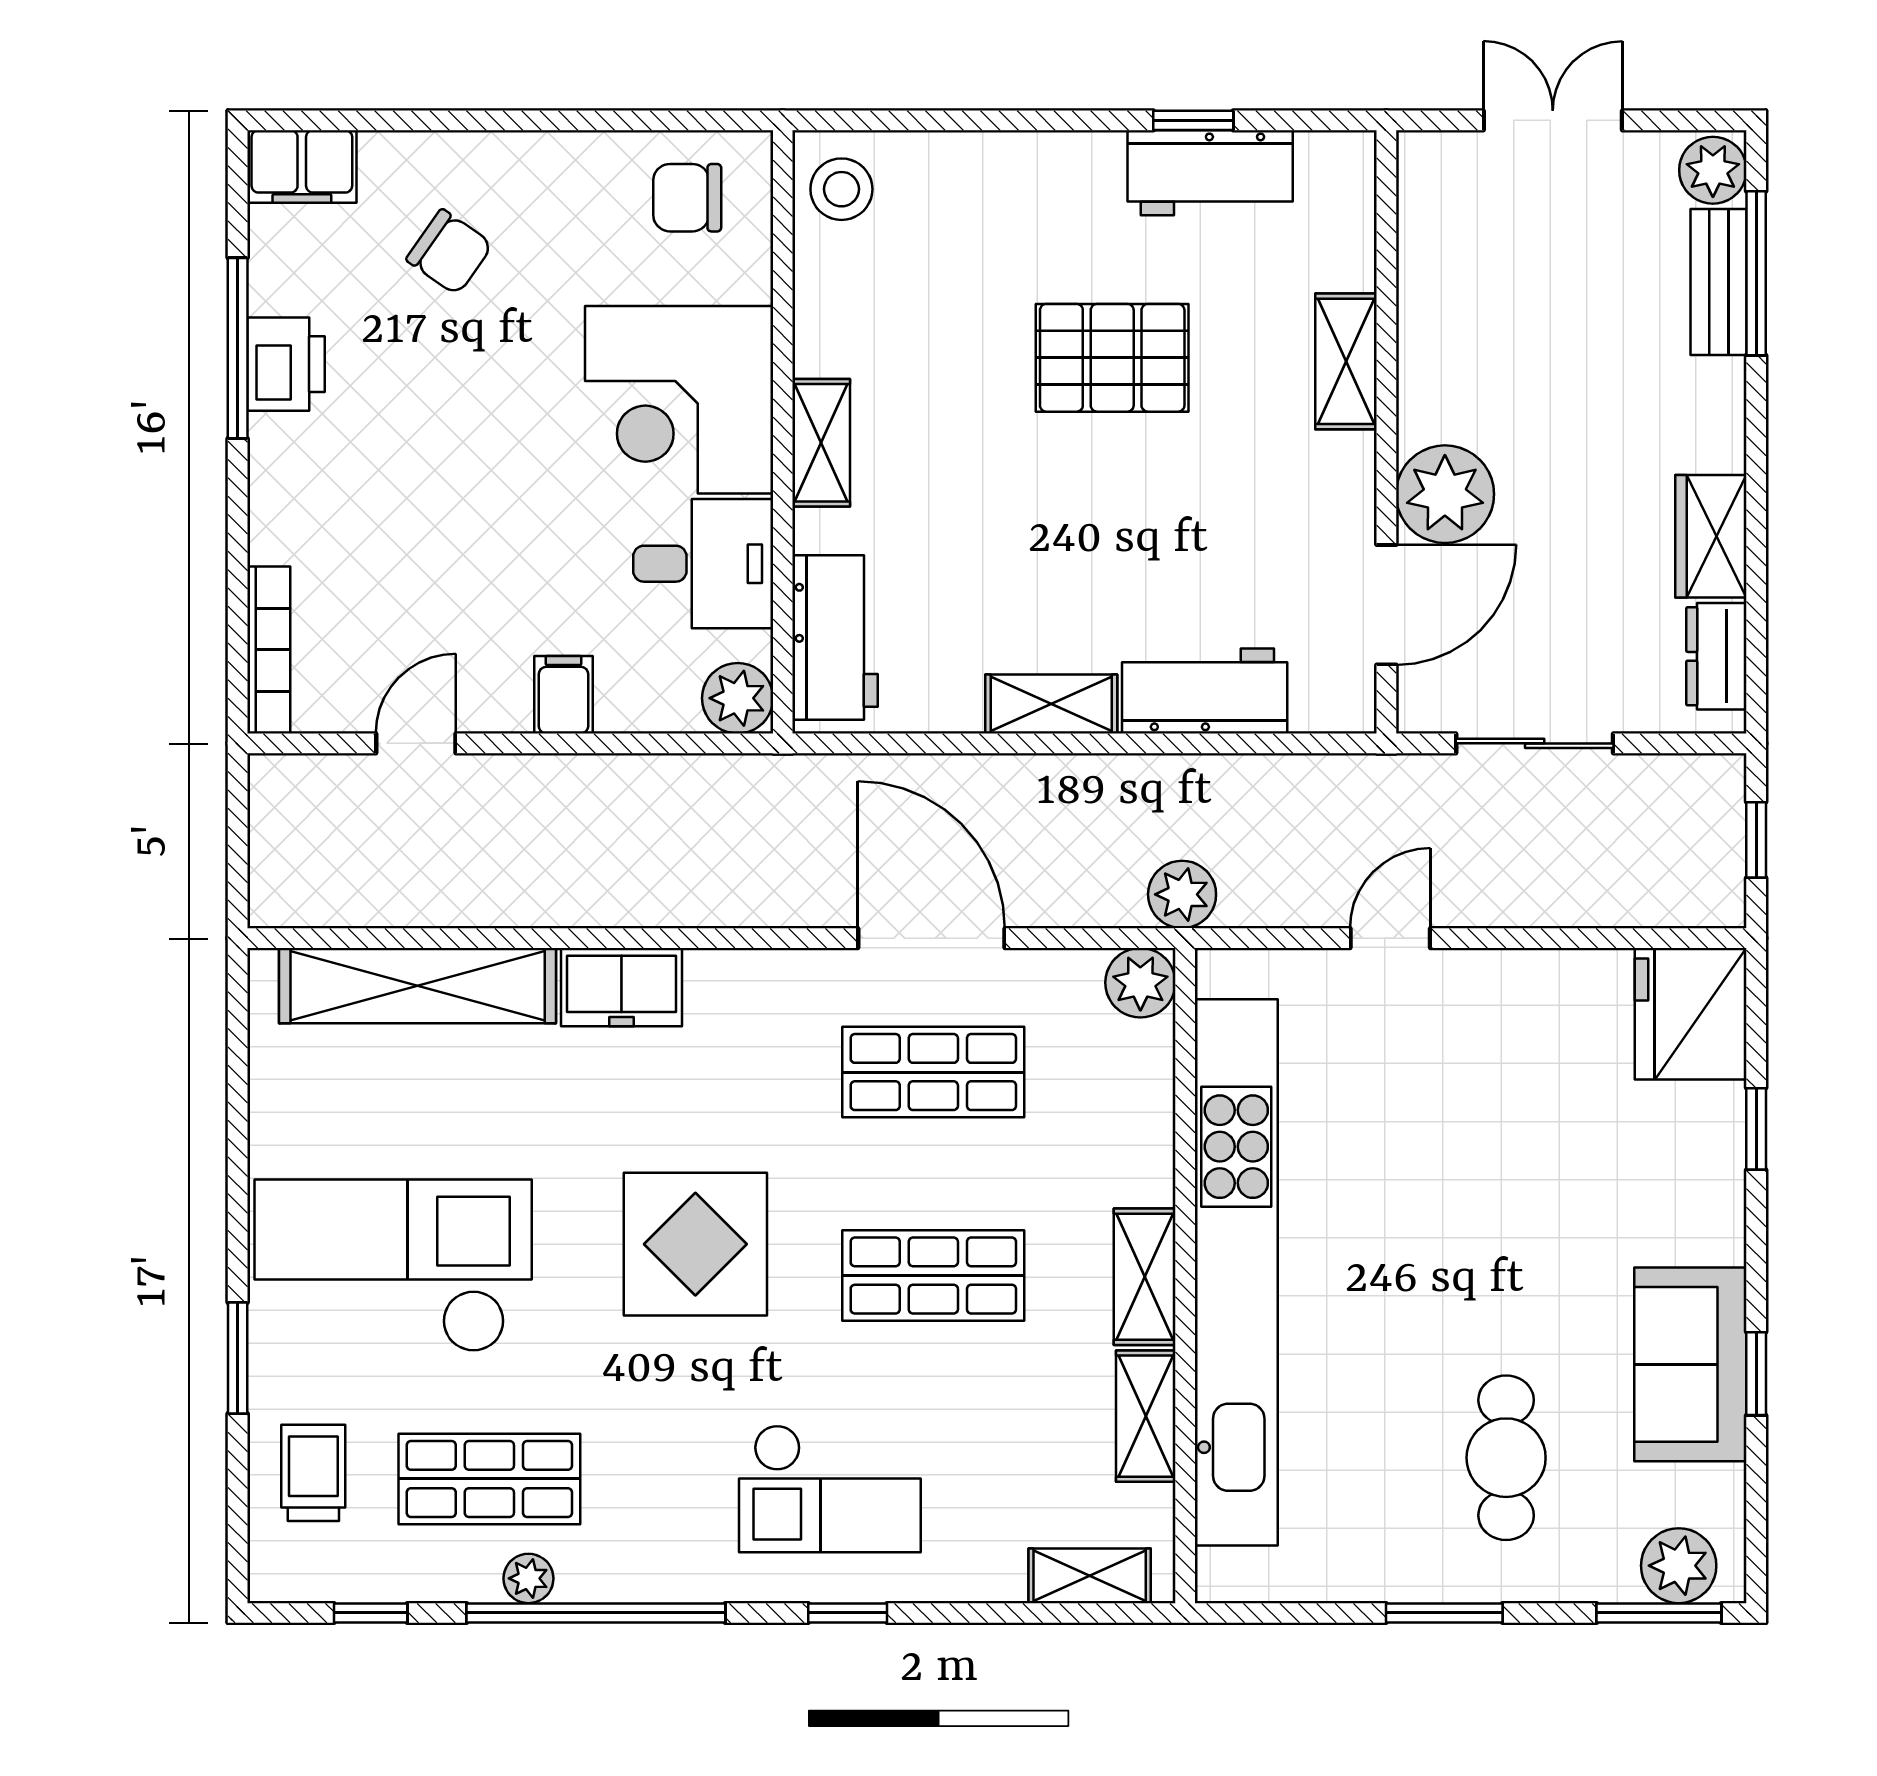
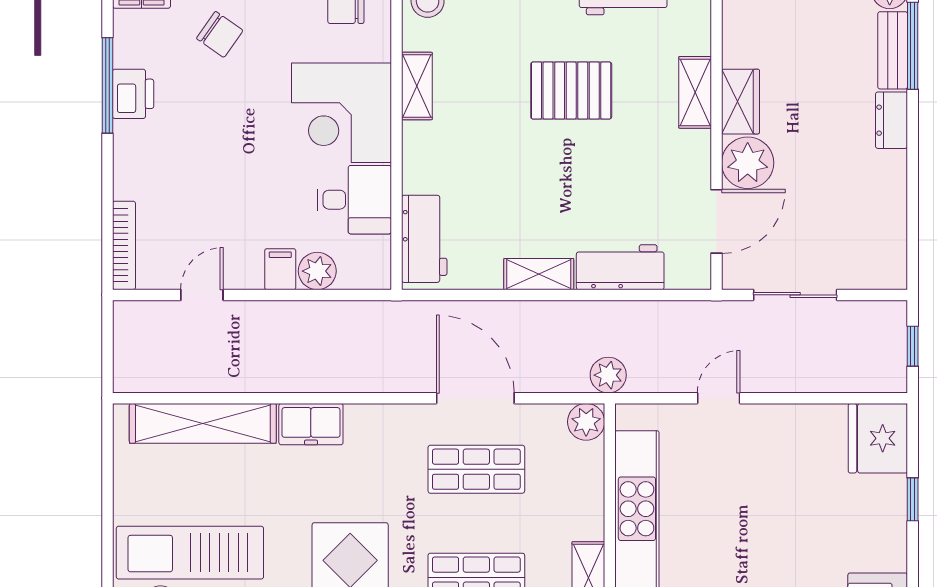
shelving: (821, 443) -> (417, 86), moved
wardrobe: (1711, 536) -> (741, 102), moved, turned 180
dresser: (1716, 656) -> (892, 120), moved
plant: (738, 698) -> (317, 271), moved

